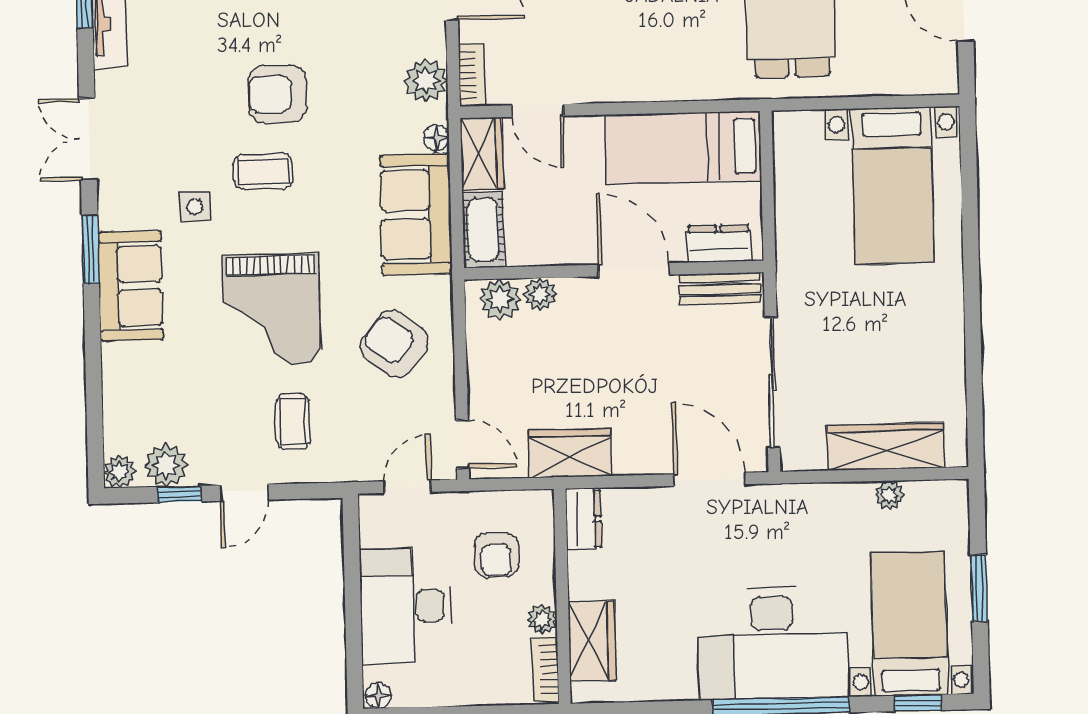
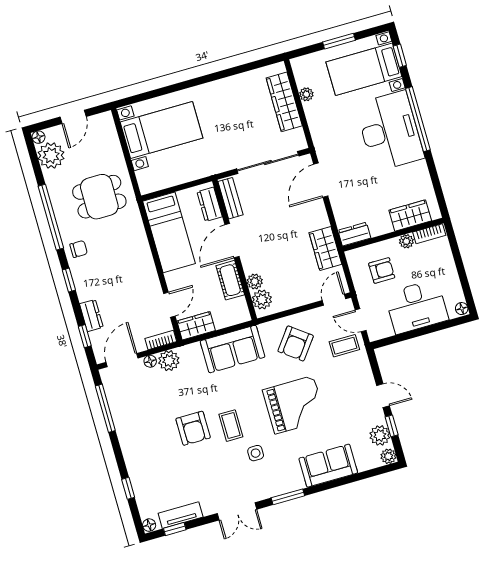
floor lamp: (437, 138) -> (150, 361), moved
cot: (483, 230) -> (230, 280), moved, turned 90
sofa: (131, 286) -> (328, 466), moved
coffee table: (293, 422) -> (344, 346), moved

